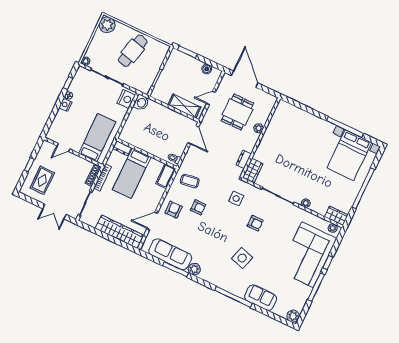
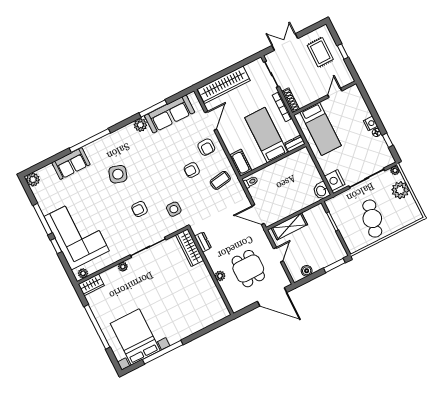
plant: (107, 25) -> (400, 190), moved
wardrobe: (253, 171) -> (190, 248), width x1.50

